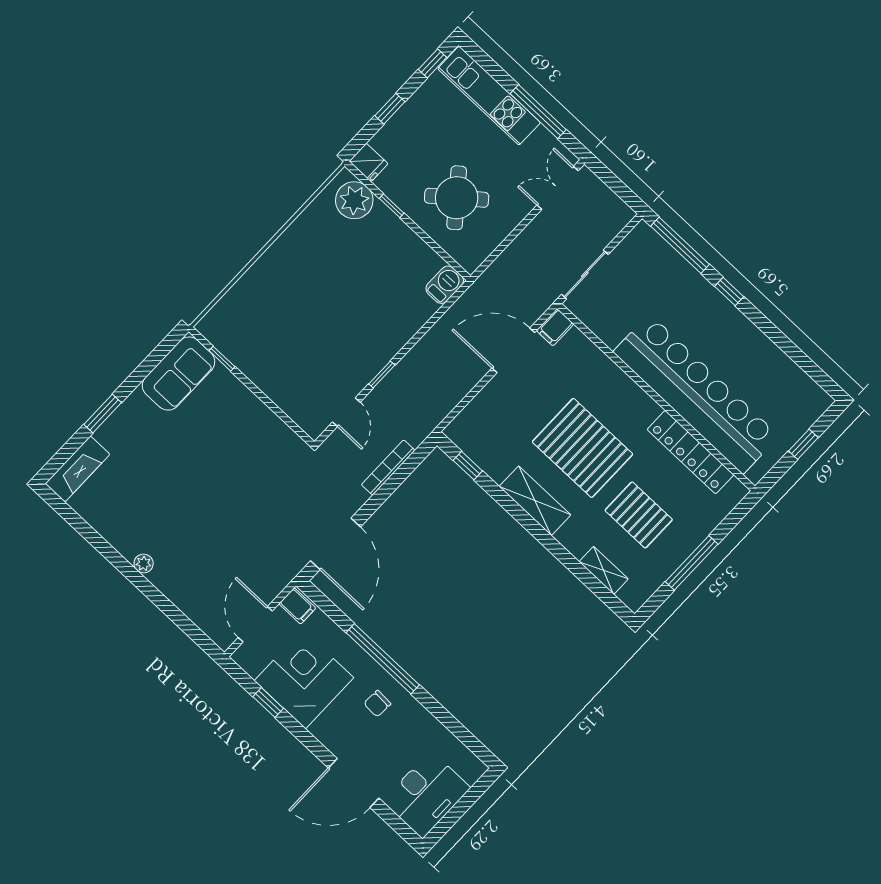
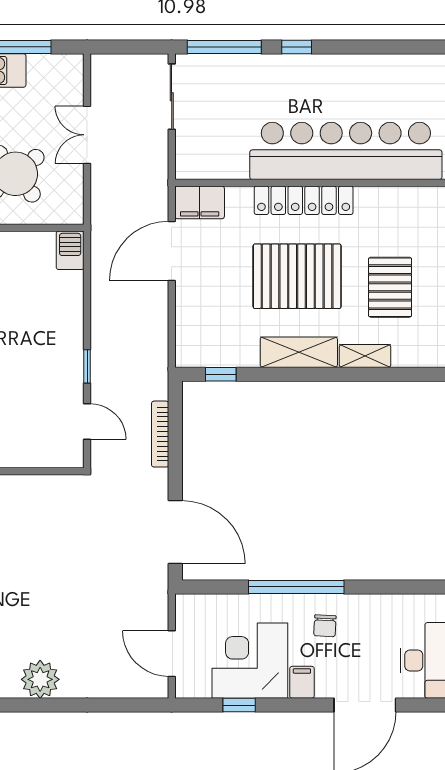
double door: (558, 188) -> (87, 135), moved
sliding door: (585, 274) -> (172, 97), moved
filing cabinet: (555, 327) -> (200, 202), width x2.00
locker: (690, 452) -> (304, 200), moved
pallet: (639, 515) -> (390, 287), turned 90
plant: (144, 563) -> (40, 679), width x1.88, depth x1.88
shelving: (604, 570) -> (365, 356), moved
filing cabinet: (297, 606) -> (302, 682), moved, turned -90

